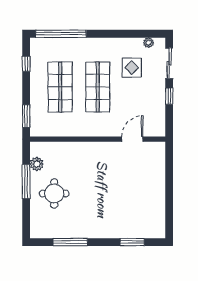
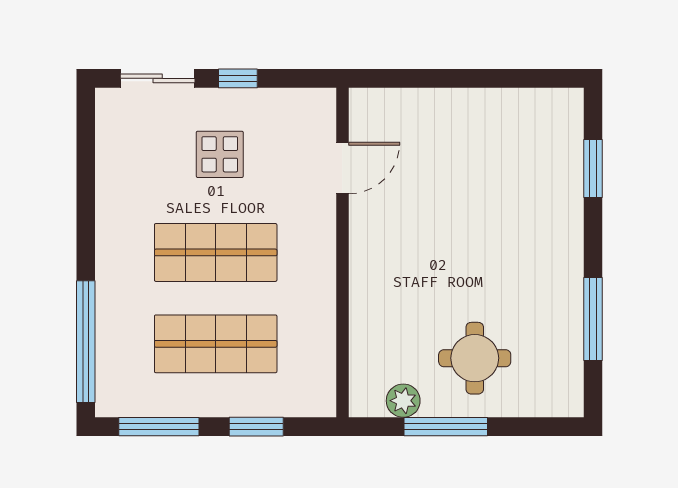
plant: (148, 43) -> (108, 129), removed
window: (26, 64) -> (159, 427), width x2.17
display table: (132, 68) -> (220, 154), moved
window: (26, 116) -> (256, 427), moved
door: (132, 139) -> (342, 168), swing flipped

